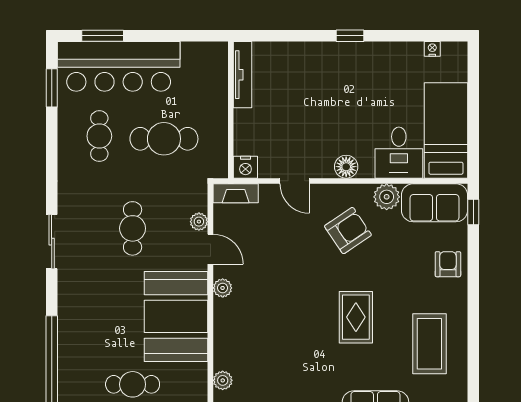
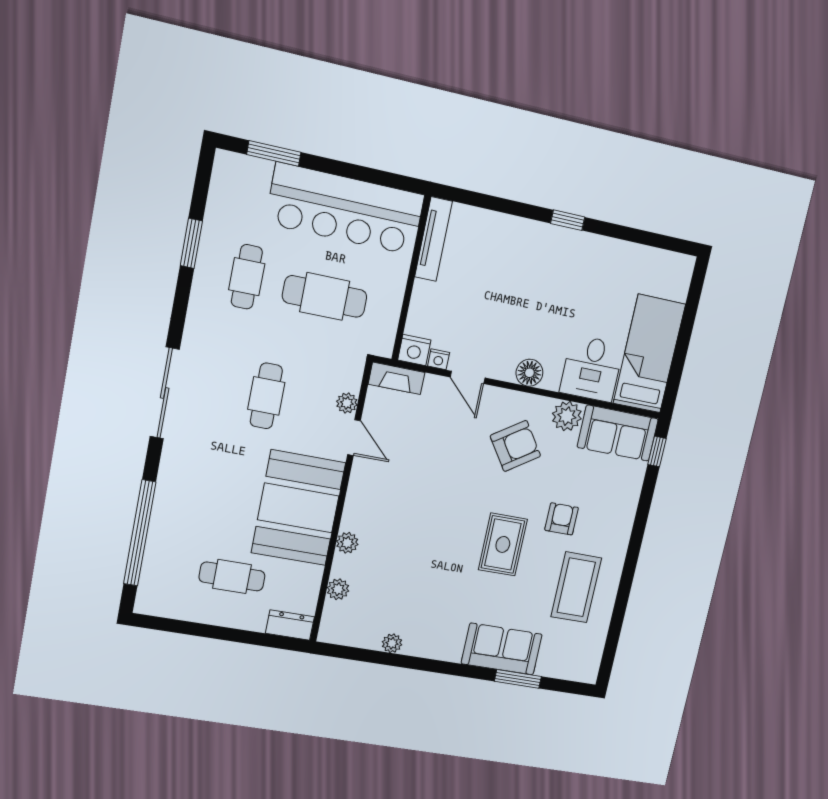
nightstand: (432, 49) -> (439, 359), moved, turned 180
bar counter: (119, 66) -> (345, 209), moved
window: (52, 88) -> (191, 243), moved
sliding door: (52, 242) -> (165, 393), width x1.37
armchair: (448, 264) -> (562, 519), moved
plant: (223, 288) -> (347, 543), moved

